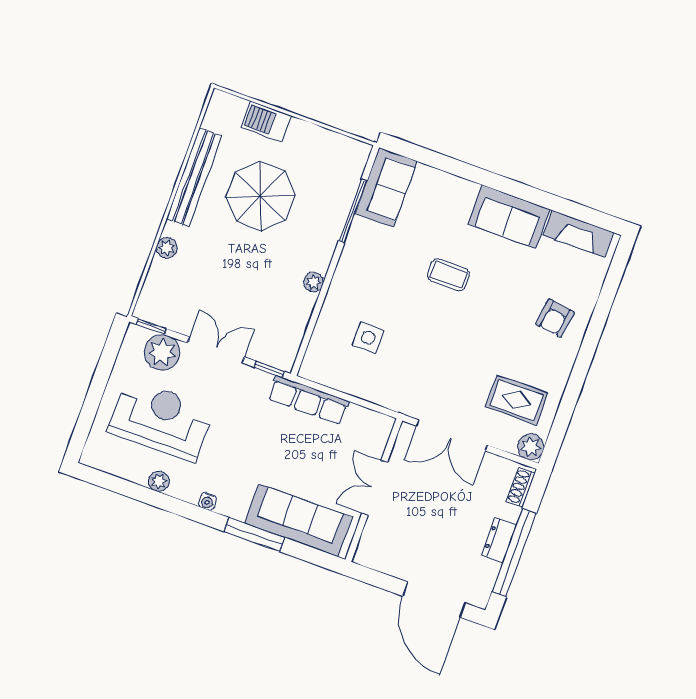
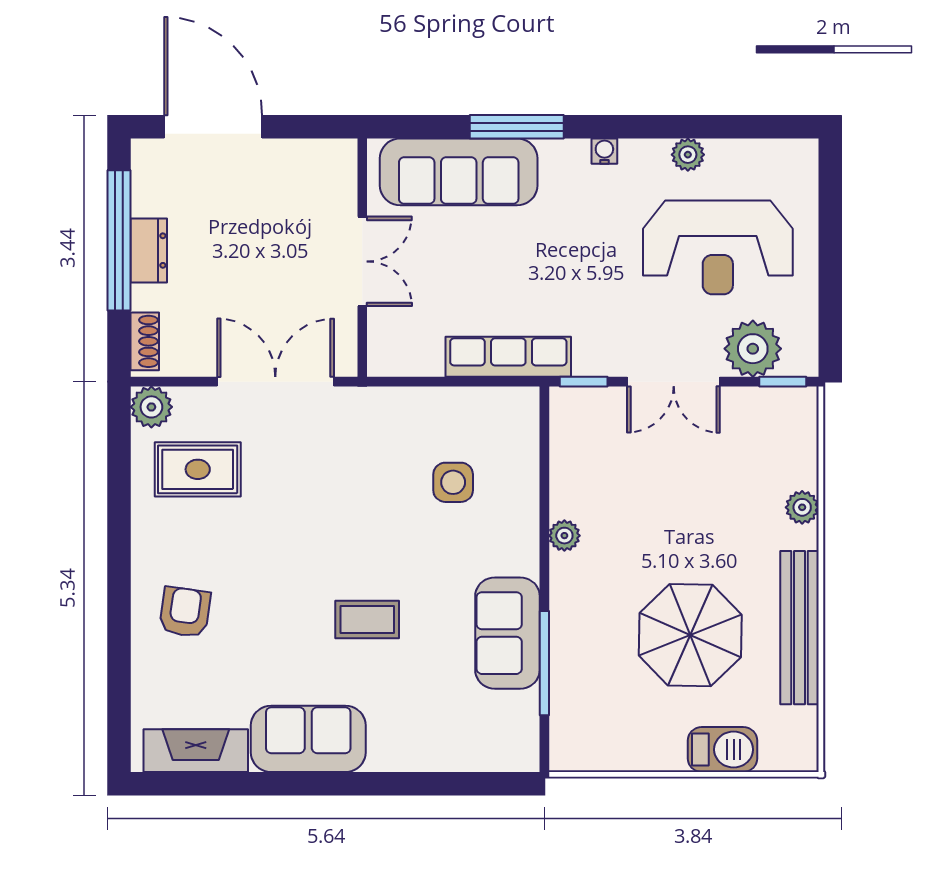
sofa: (386, 187) -> (507, 633), moved

